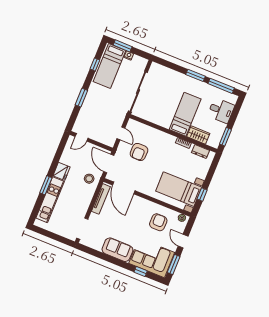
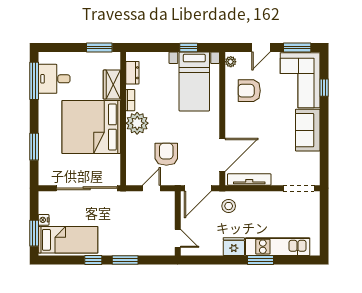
window: (95, 64) -> (93, 260), moved
window: (195, 75) -> (34, 147), moved
desk: (221, 111) -> (54, 79), moved, turned -90
bed: (185, 114) -> (91, 127), width x2.04
plant: (167, 141) -> (137, 123), added
armchair: (139, 152) -> (166, 154), turned -90

